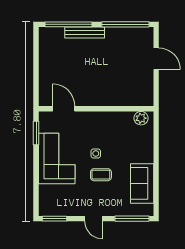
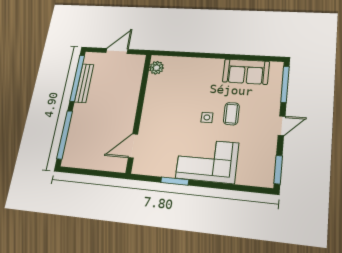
bench: (85, 32) -> (84, 83), moved
door: (64, 109) -> (133, 146), moved
wall: (96, 109) -> (139, 112), moved
plant: (141, 118) -> (156, 68), moved

